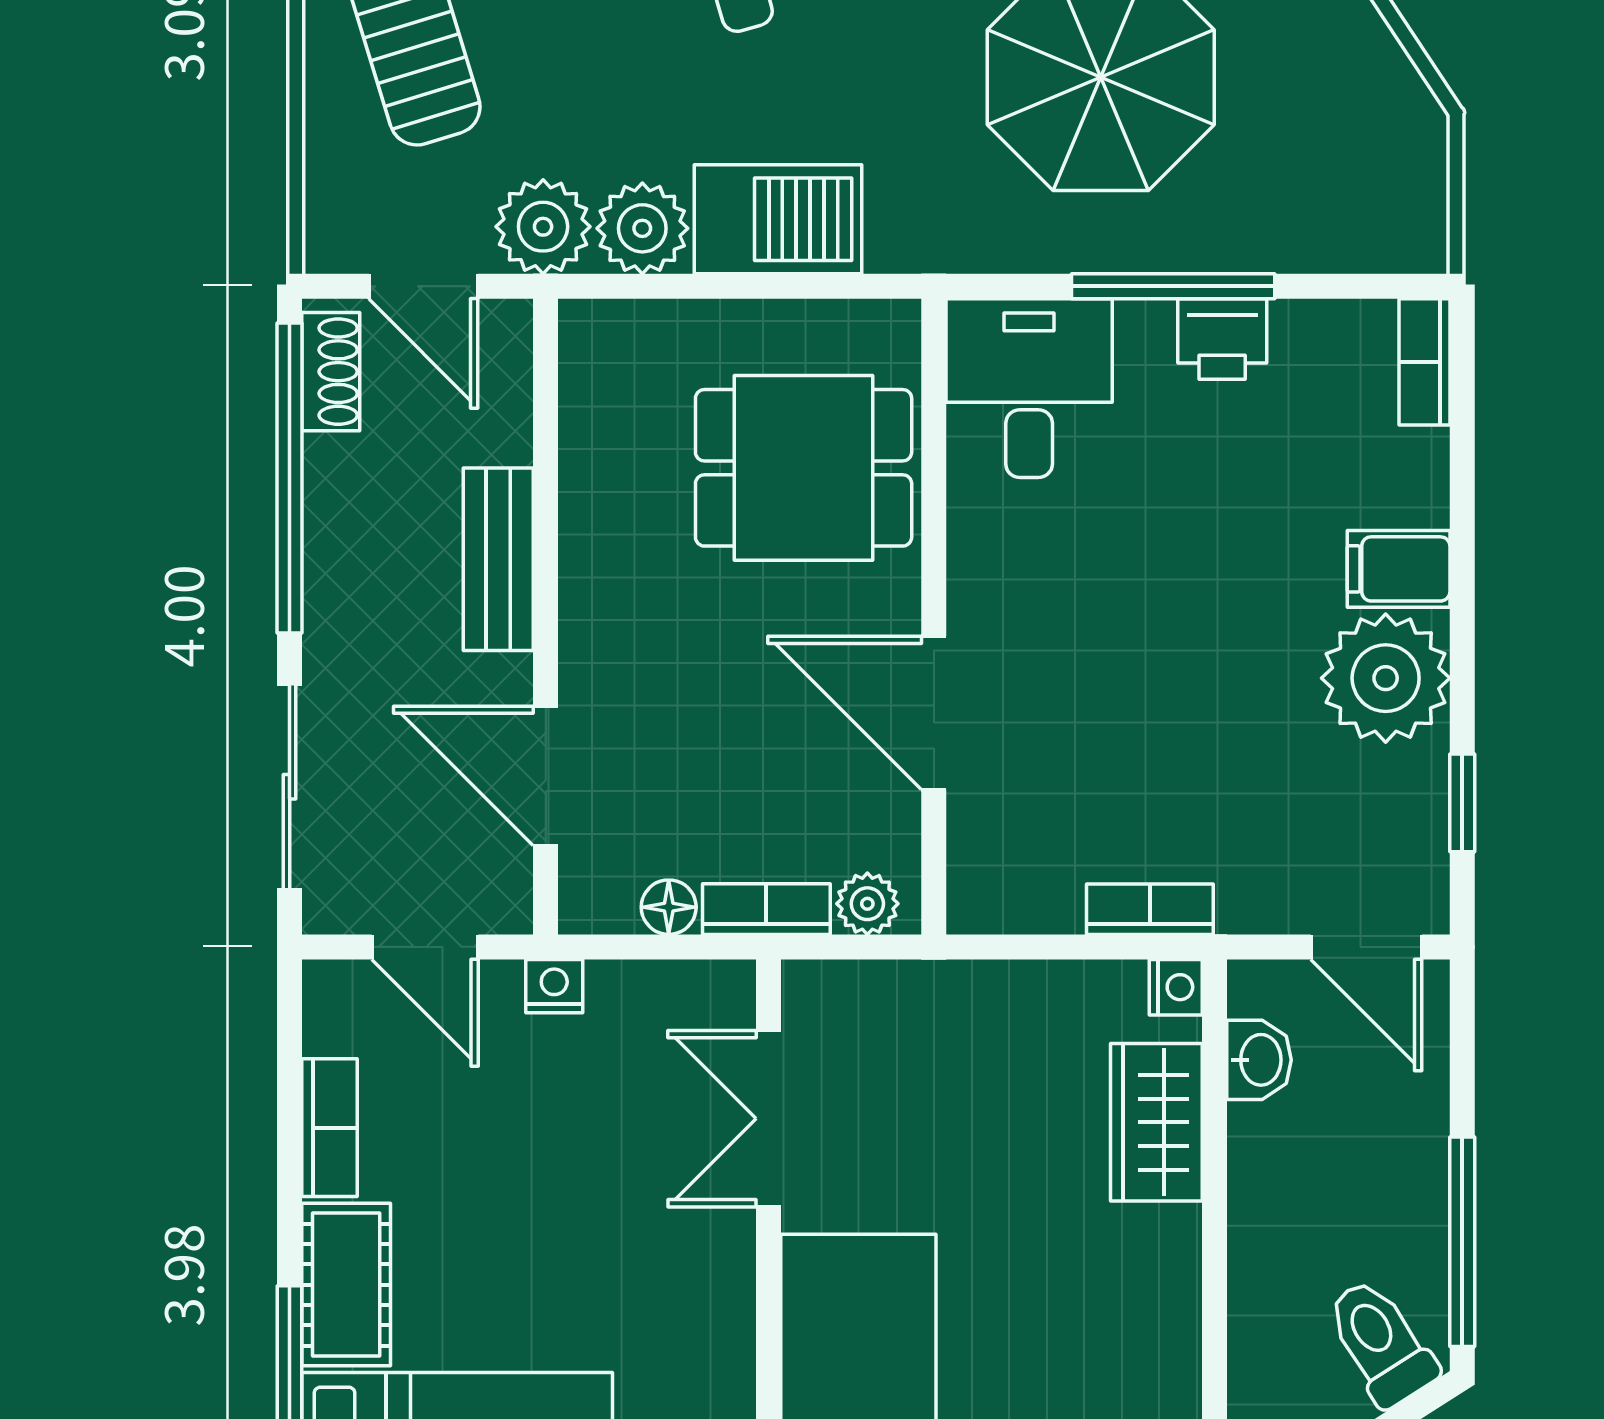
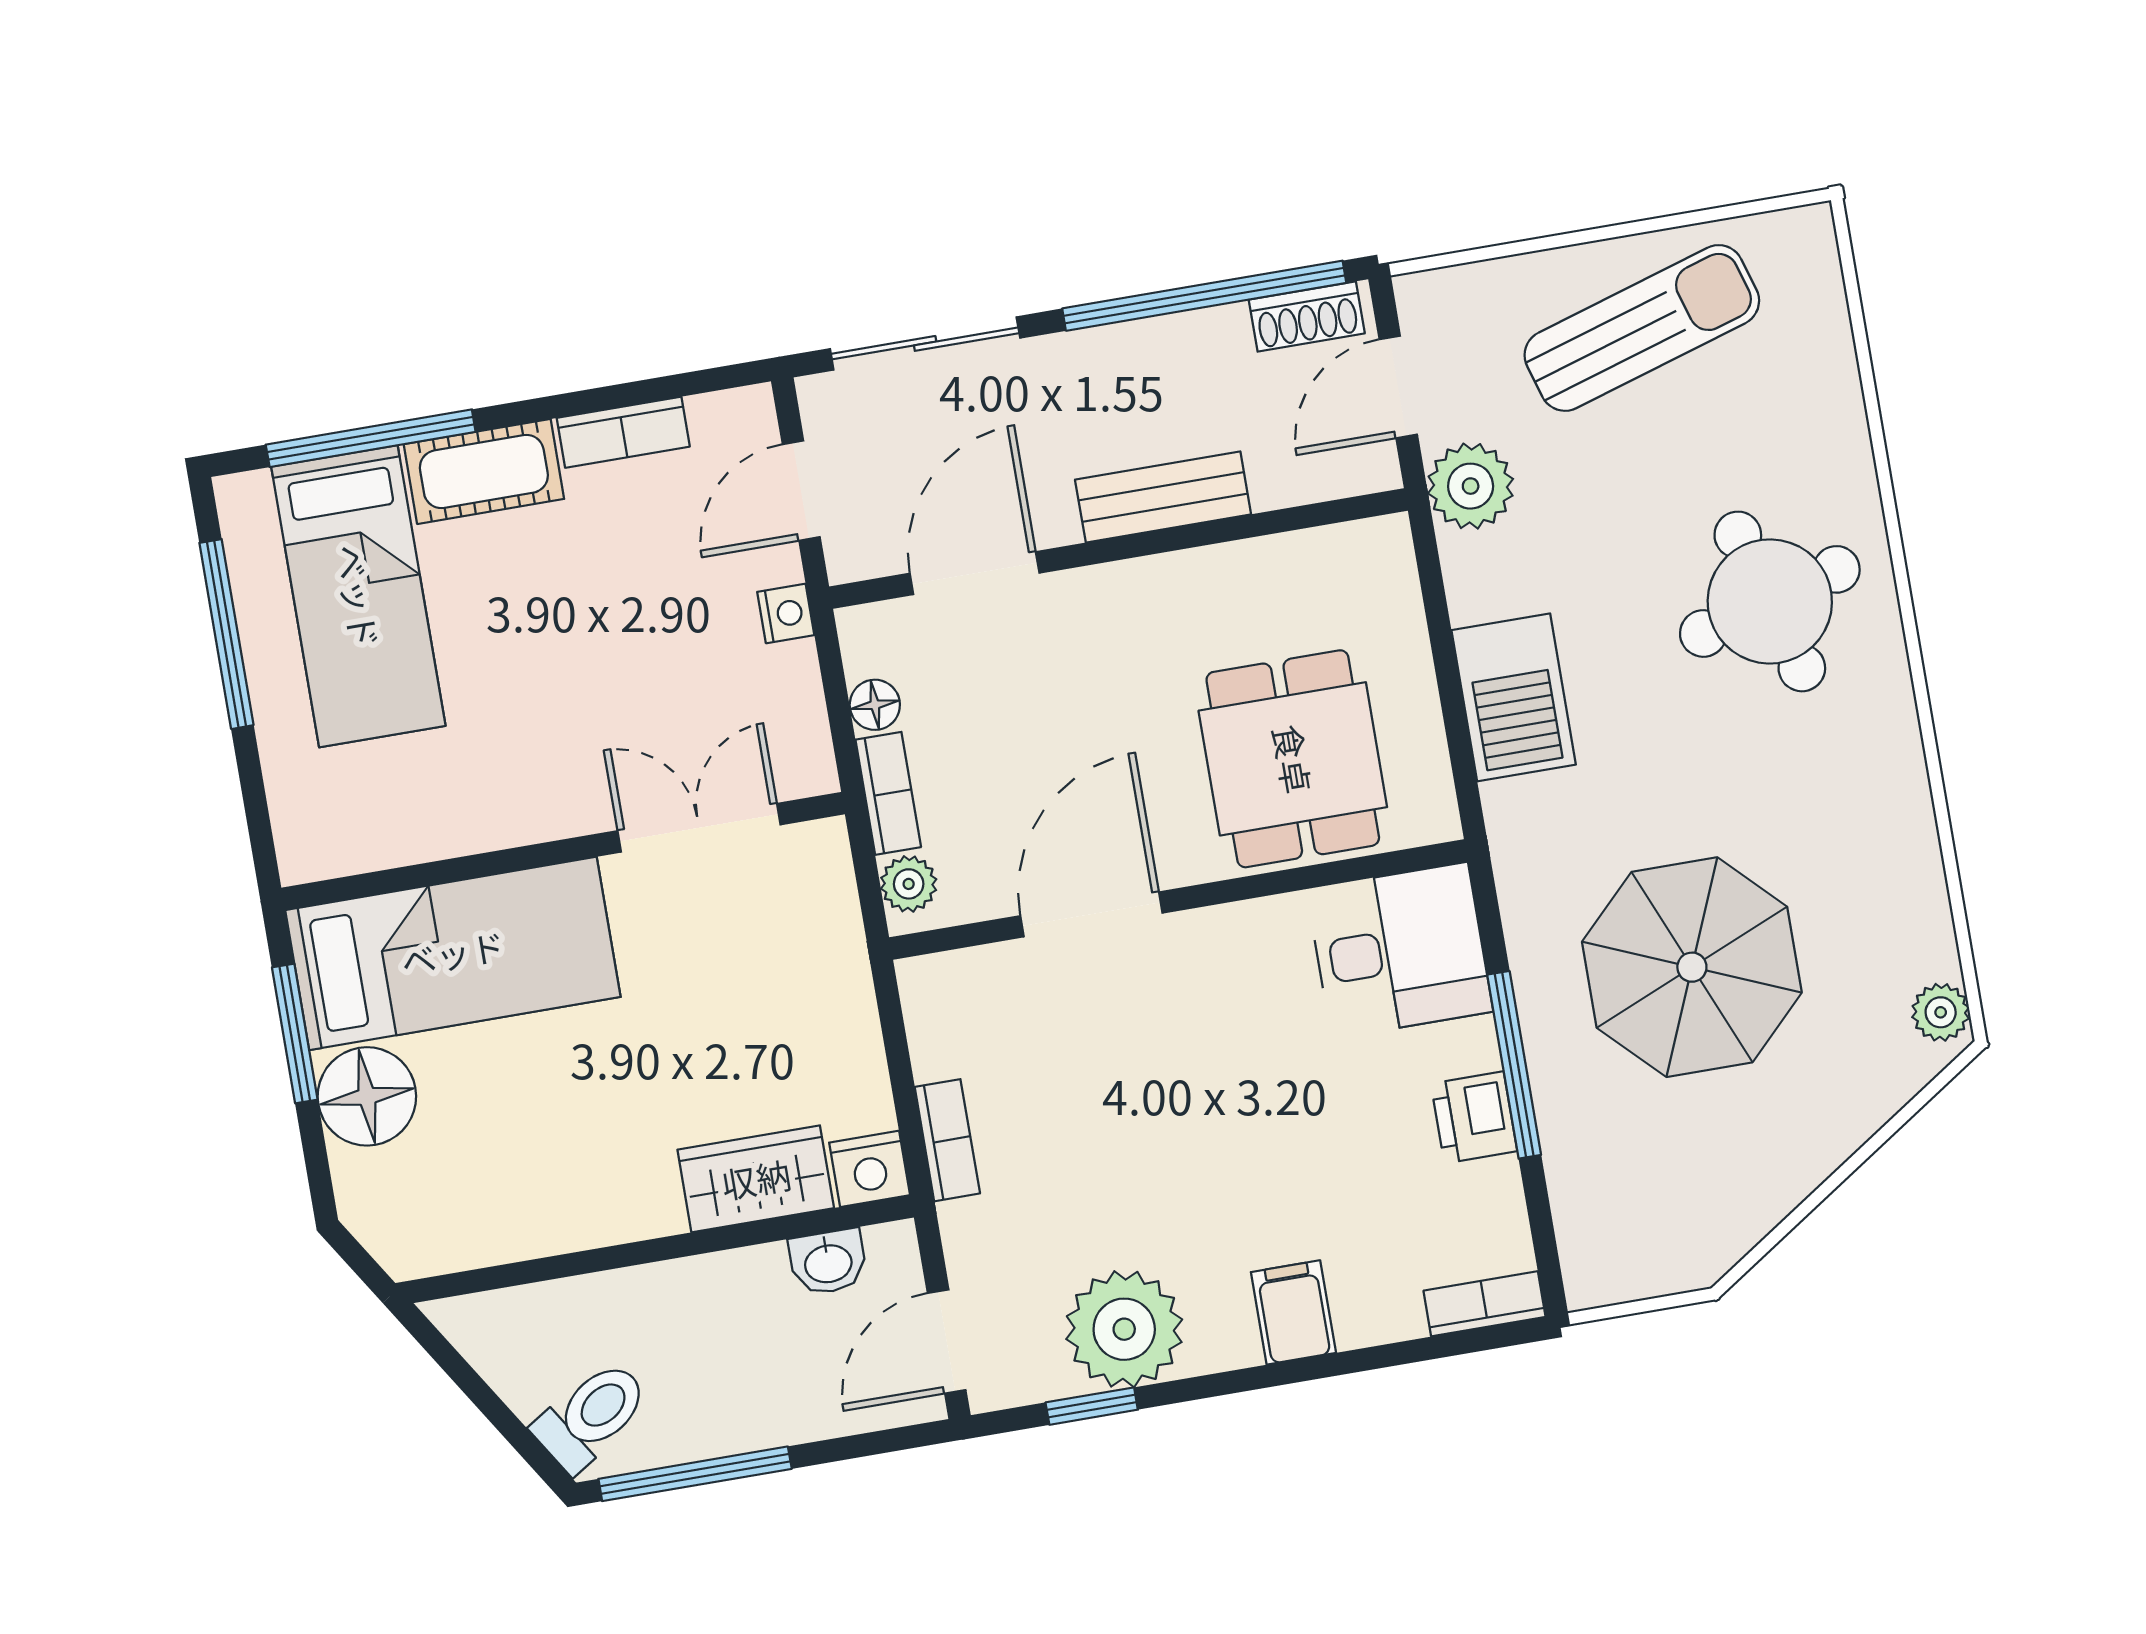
plant: (642, 228) -> (1484, 576), removed
plant: (1386, 678) -> (1124, 1329), moved
nightstand: (1176, 987) -> (870, 1169), width x1.39, depth x1.35

